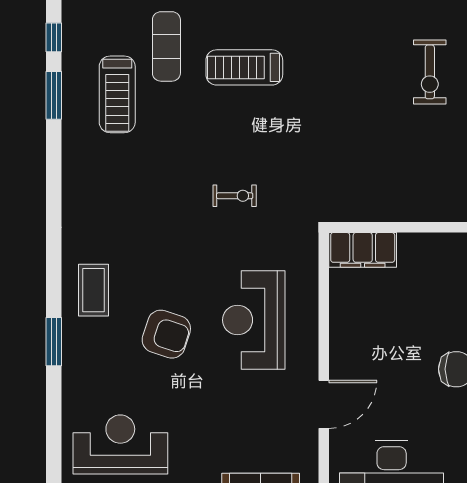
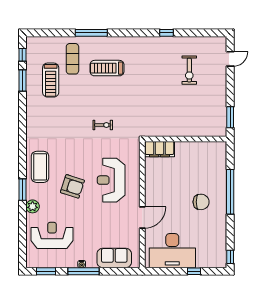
coffee table: (93, 290) -> (40, 167), width x1.36, depth x1.32
plant: (76, 379) -> (33, 206), added

